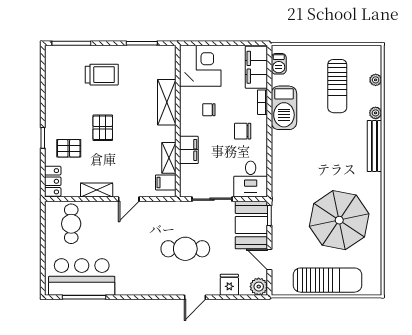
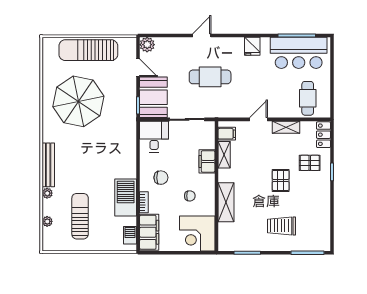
fridge: (229, 285) -> (252, 46), moved

